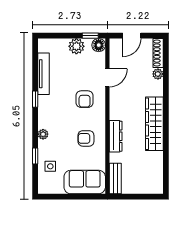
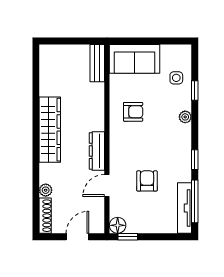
plant: (76, 46) -> (145, 224), removed
window: (35, 65) -> (195, 201), added
tv unit: (44, 74) -> (185, 208), moved
armchair: (85, 99) -> (147, 181), moved
dresser: (116, 136) -> (97, 151), moved

